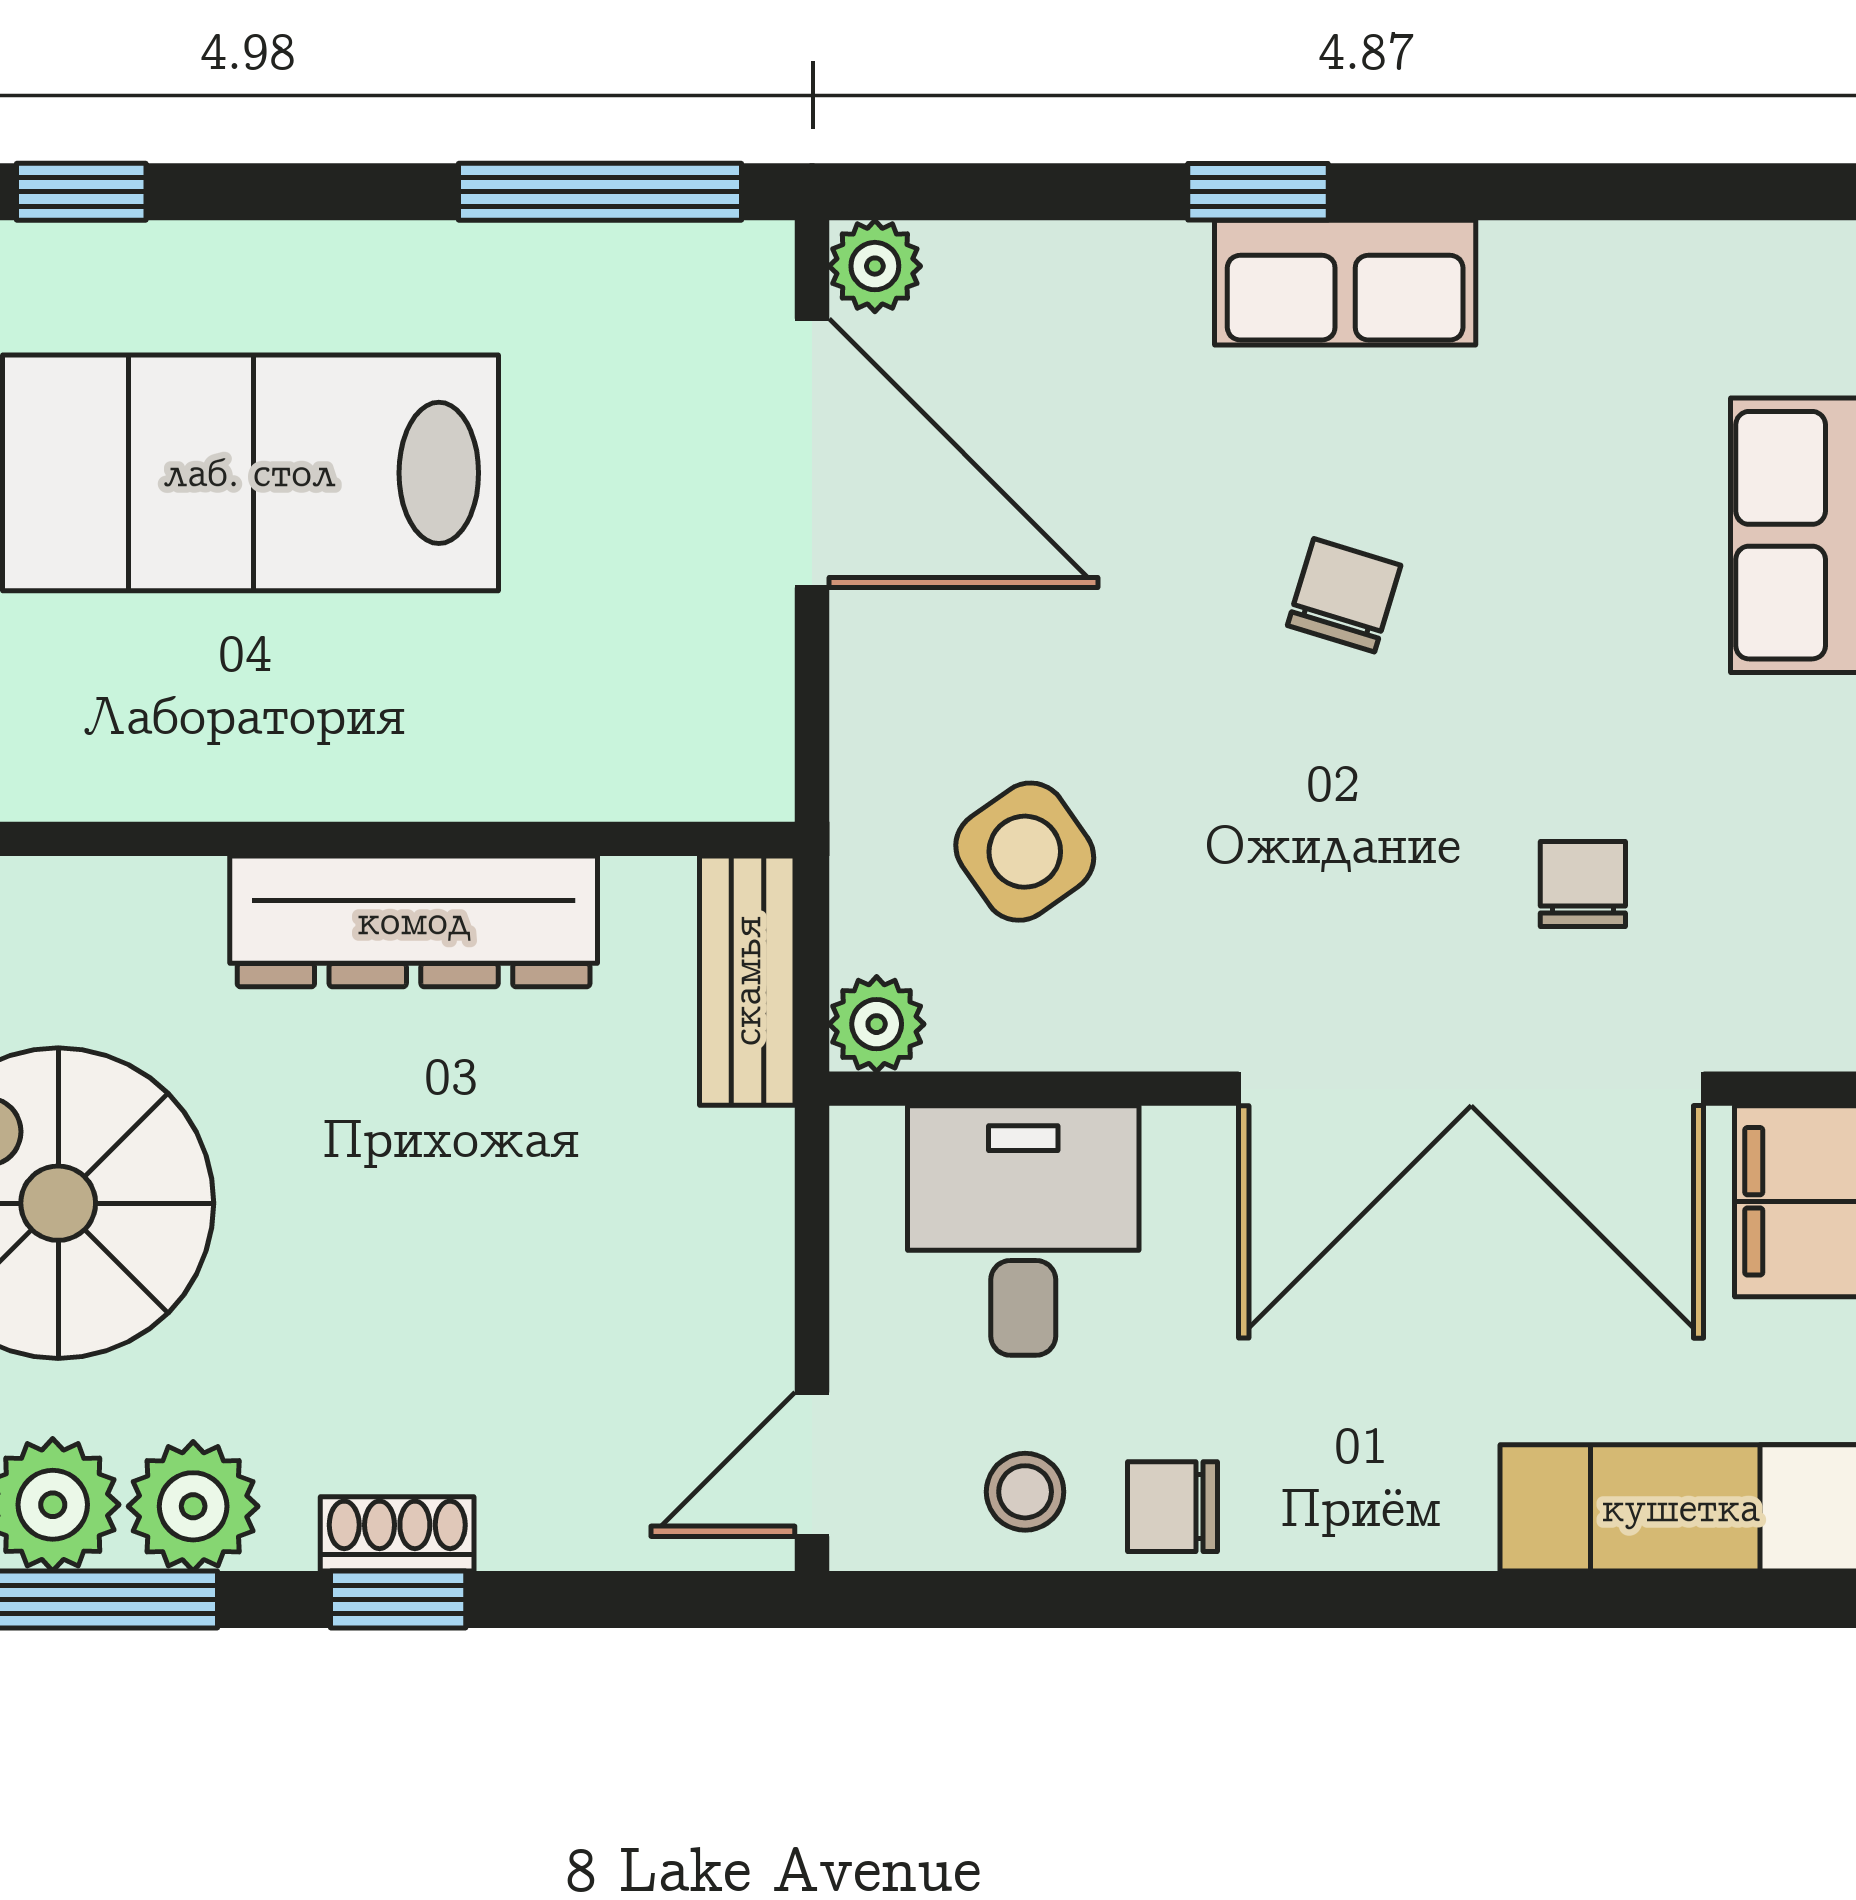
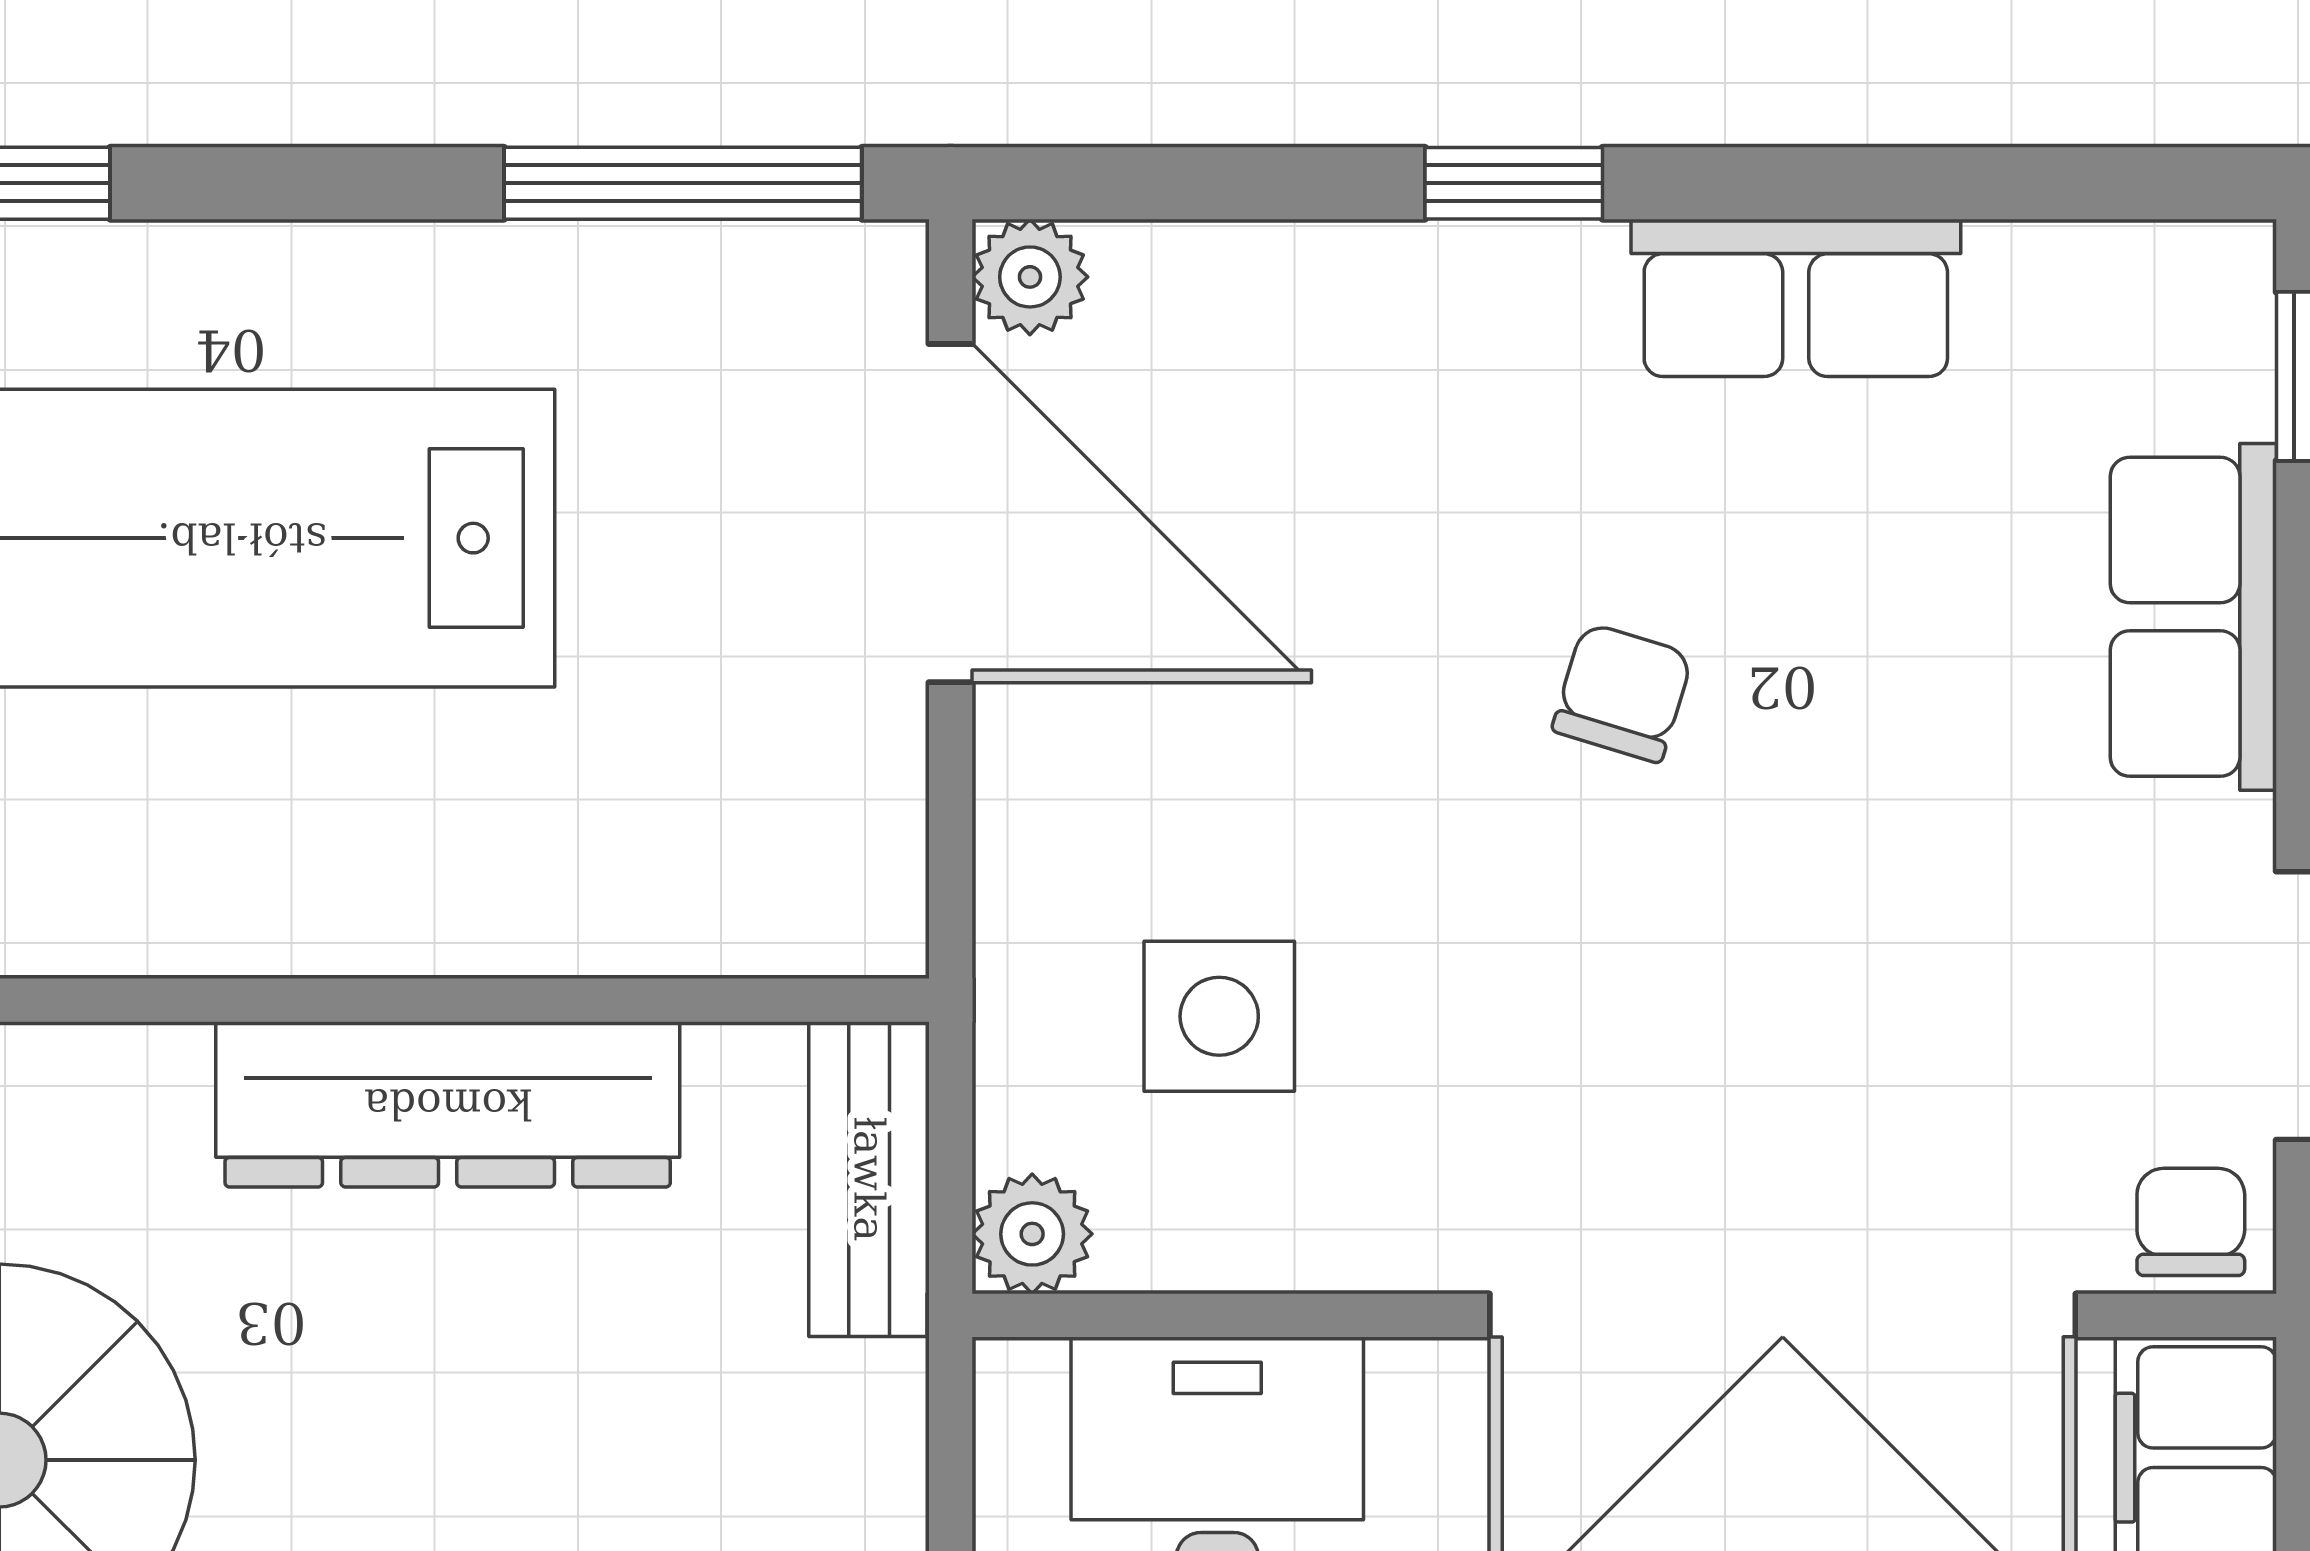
row of seats: (1345, 283) -> (1796, 298), moved
side table: (1025, 852) -> (1219, 1016), turned 35
chair: (1583, 884) -> (2191, 1222), moved

